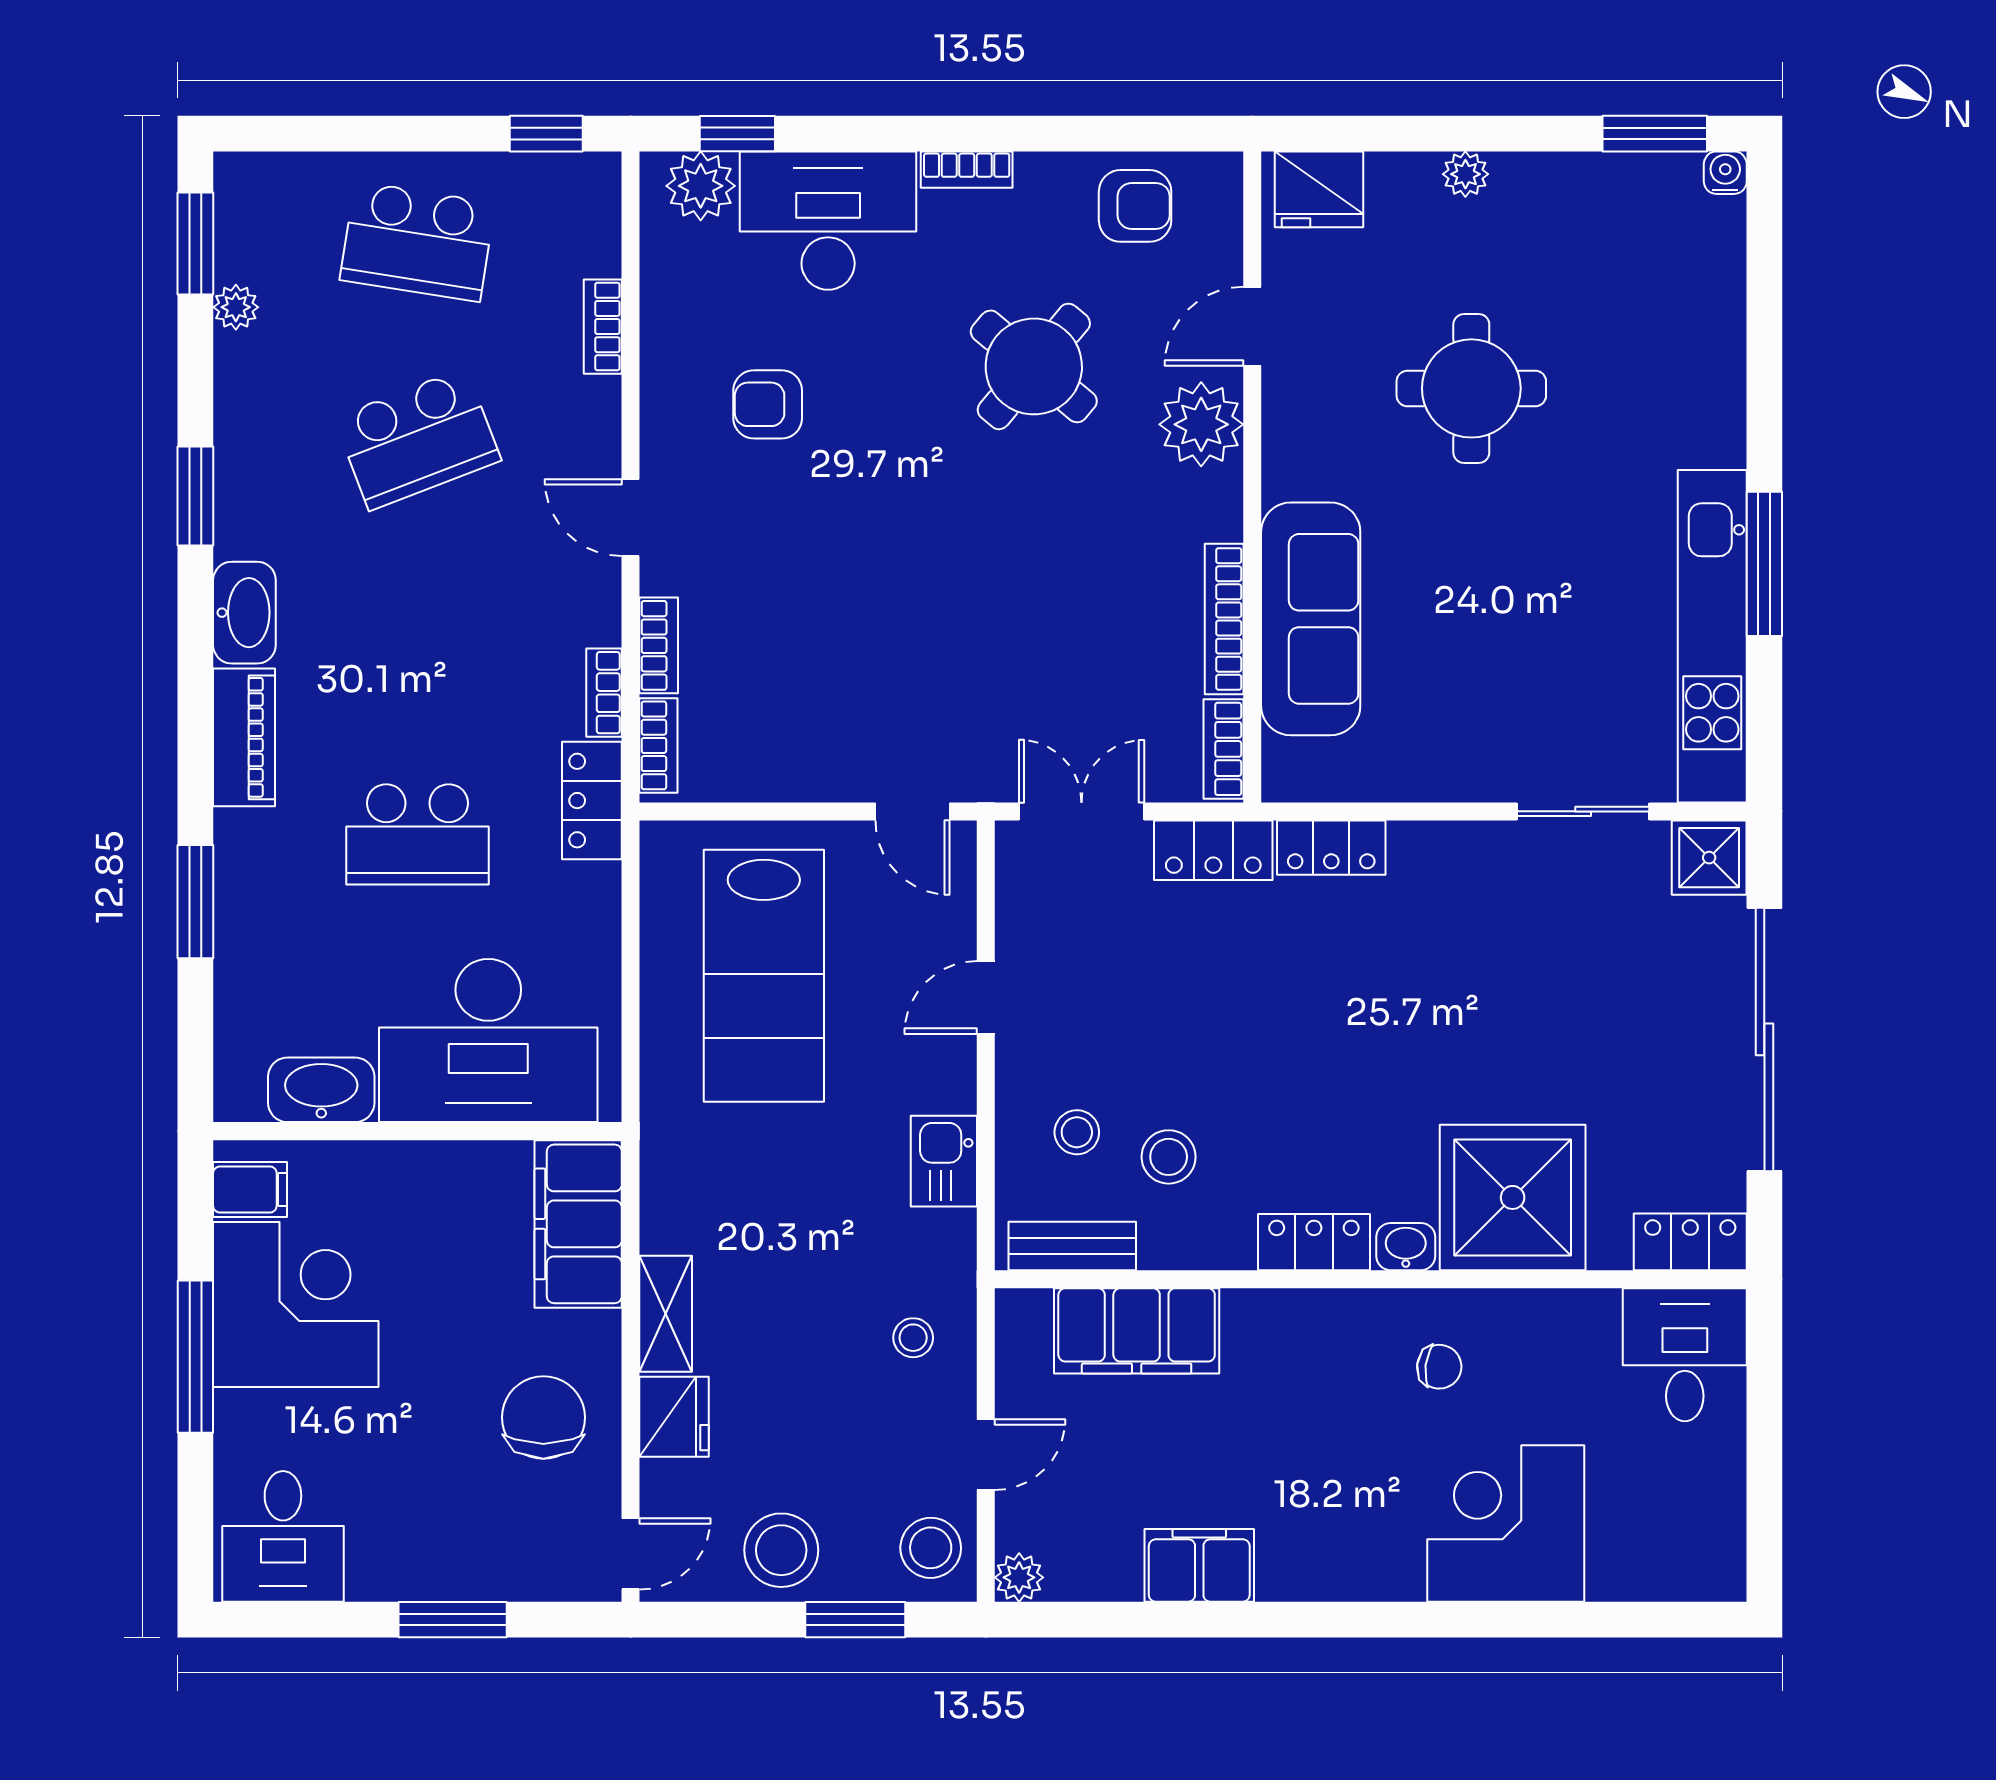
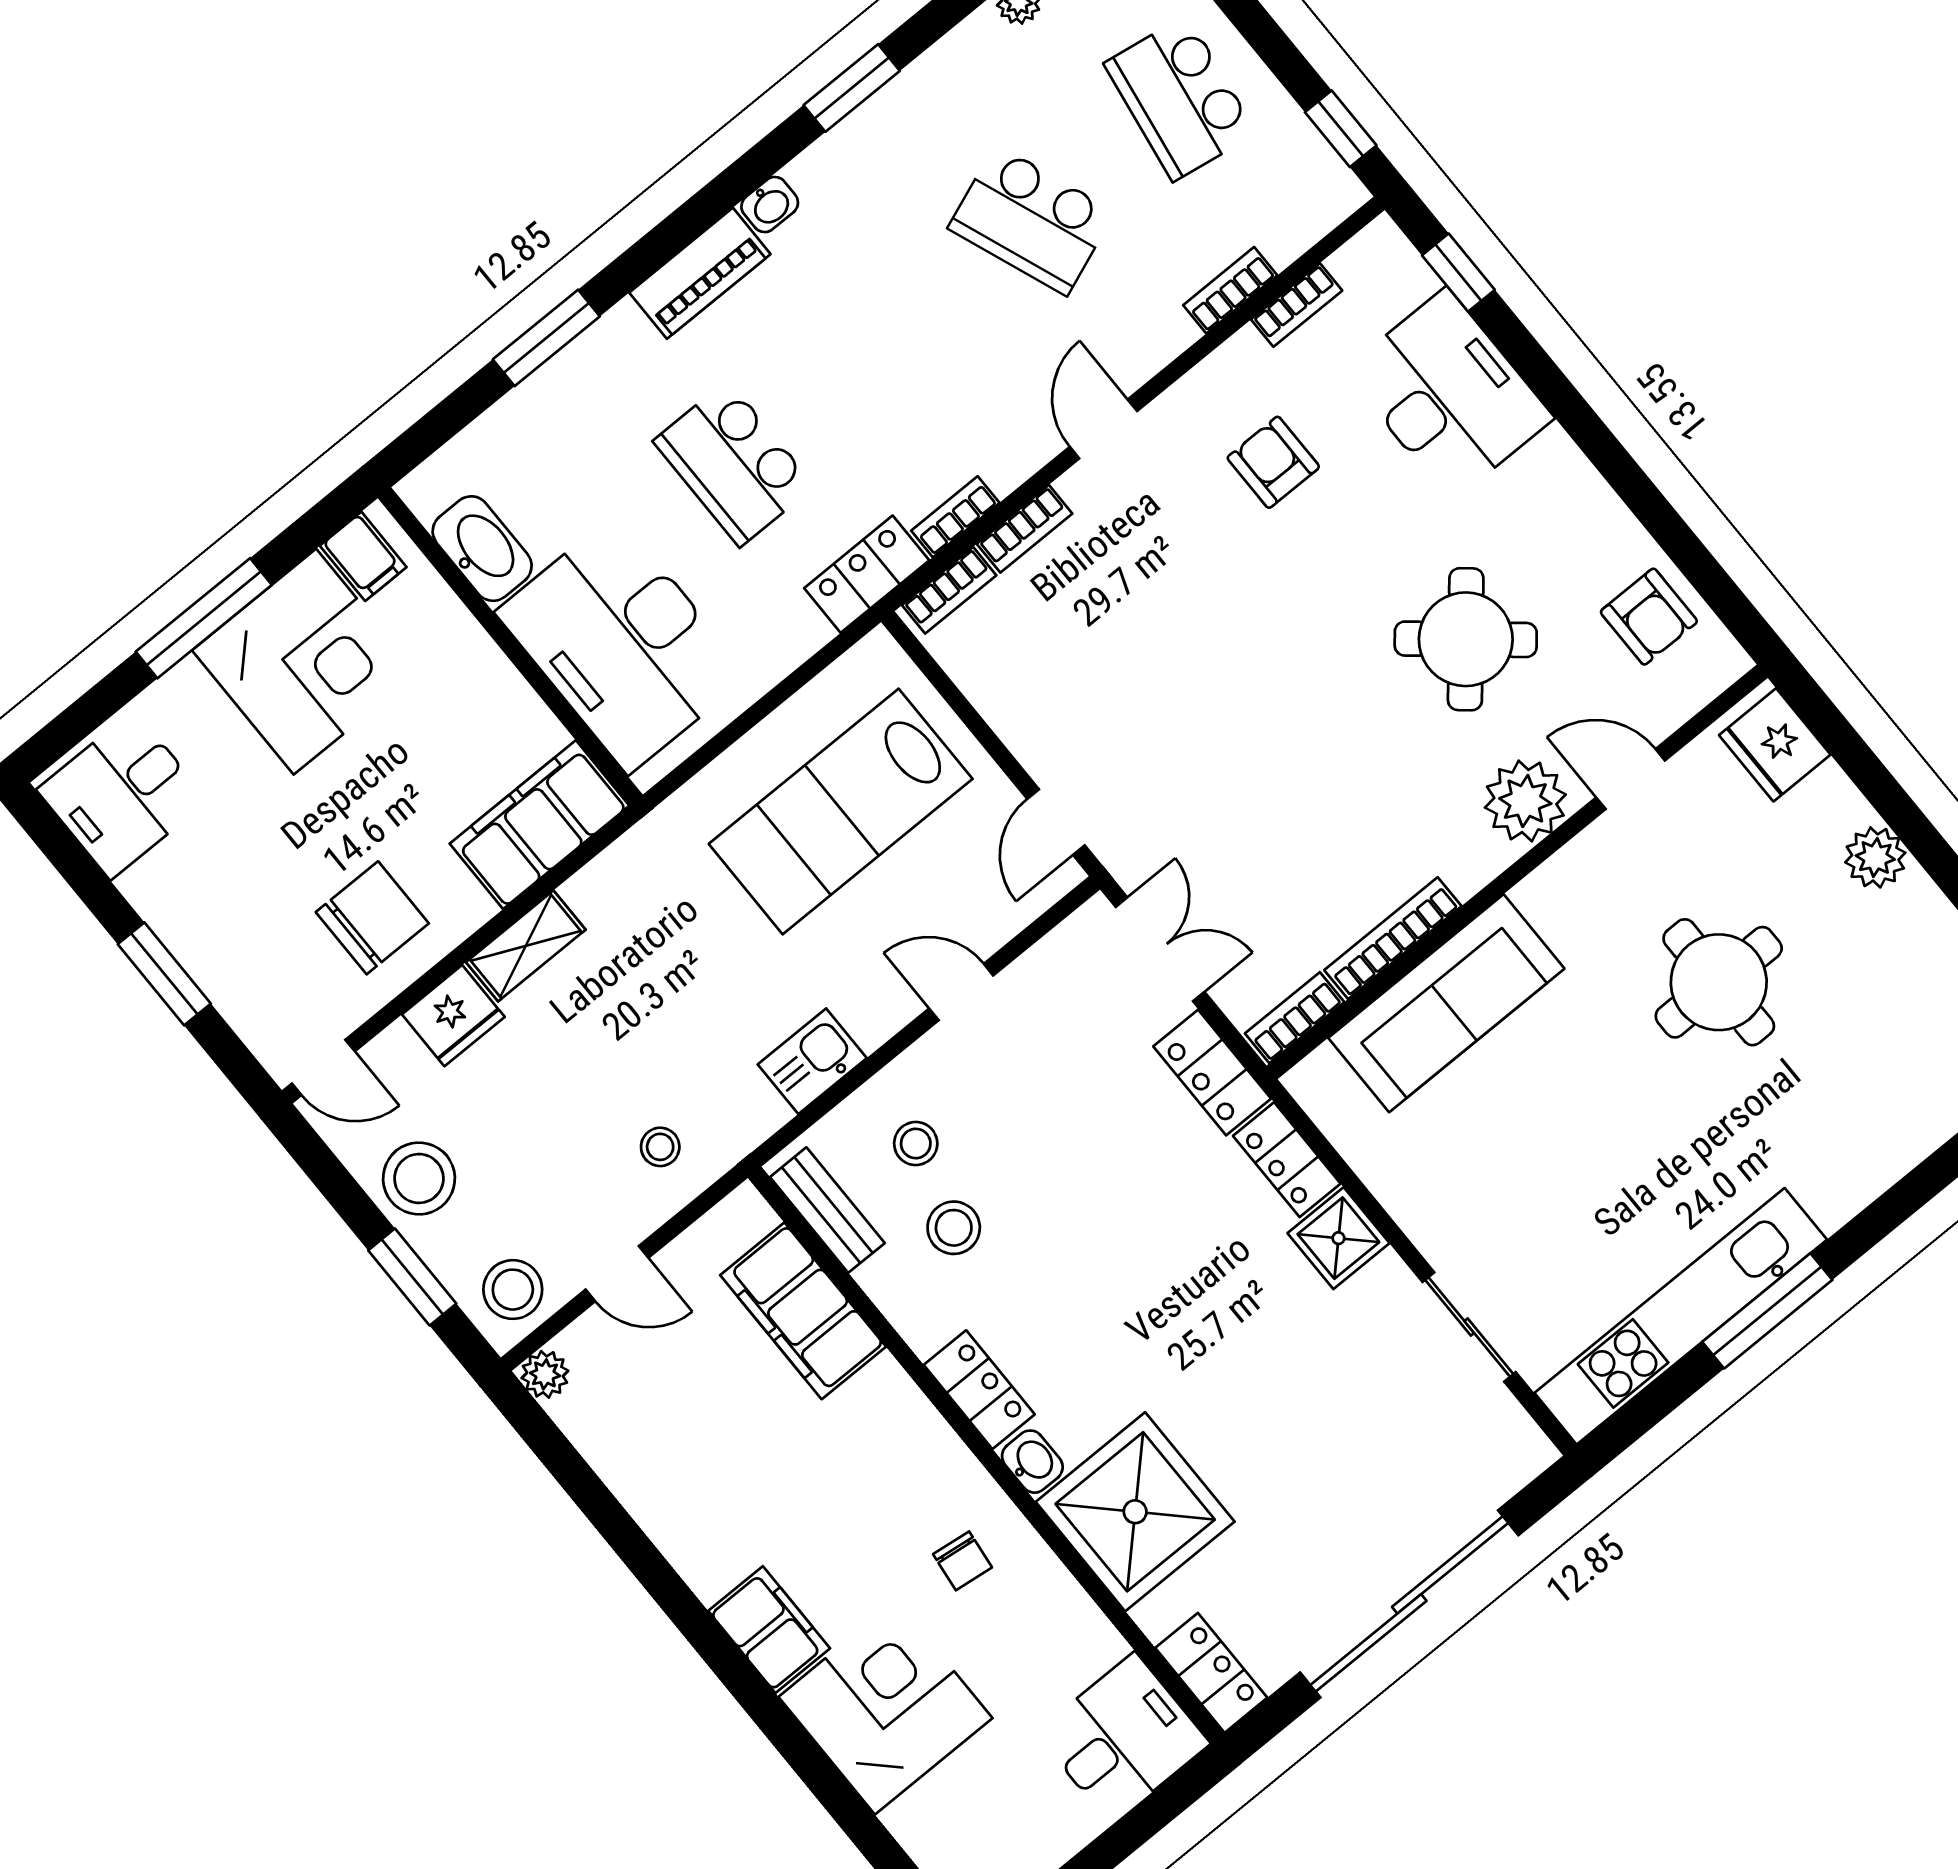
bookcase: (967, 170) -> (1297, 305), moved, turned -90
plant: (1465, 174) -> (1875, 857), width x1.38, depth x1.38
plant: (701, 186) -> (1396, 277), removed
washbasin: (244, 613) -> (770, 205), width x0.52, depth x0.69
shower: (1709, 858) -> (1338, 1238), moved
filing cabinet: (1199, 1565) -> (769, 1630), moved

